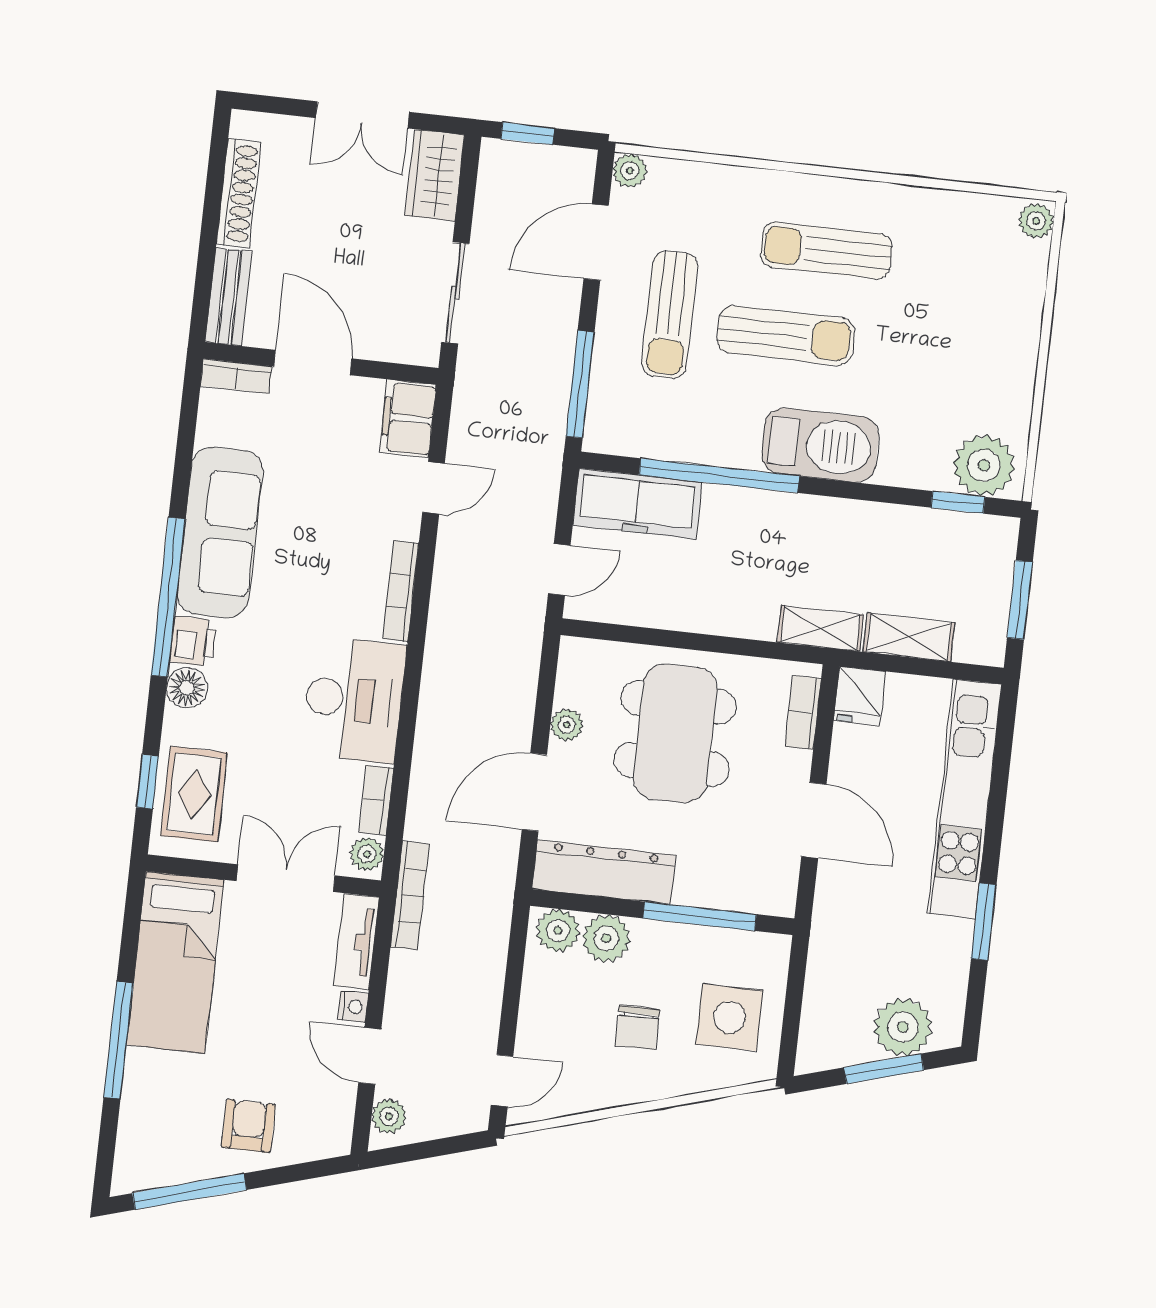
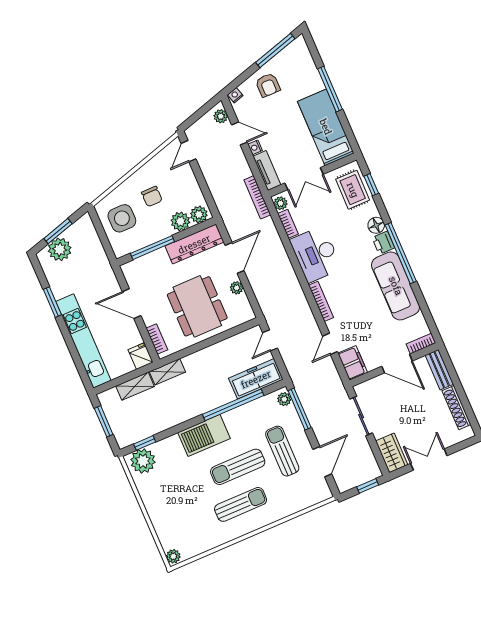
plant: (630, 171) -> (284, 399), moved
chair: (638, 1028) -> (152, 196), turned 180
nightstand: (332, 1144) -> (235, 95), added

